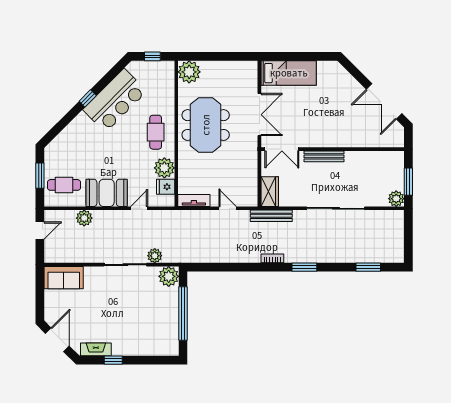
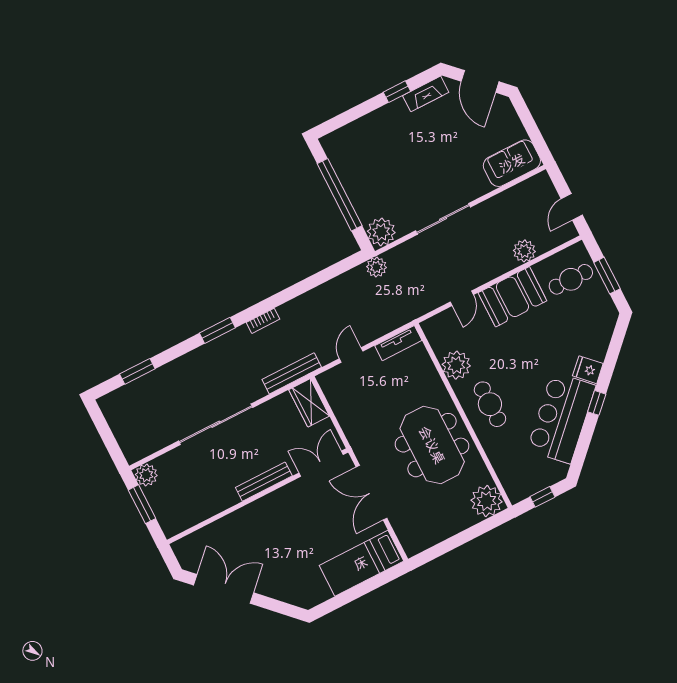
fridge: (166, 187) -> (588, 370), moved, turned -135
door: (228, 208) -> (351, 355), swing flipped
plant: (155, 256) -> (376, 267), moved

